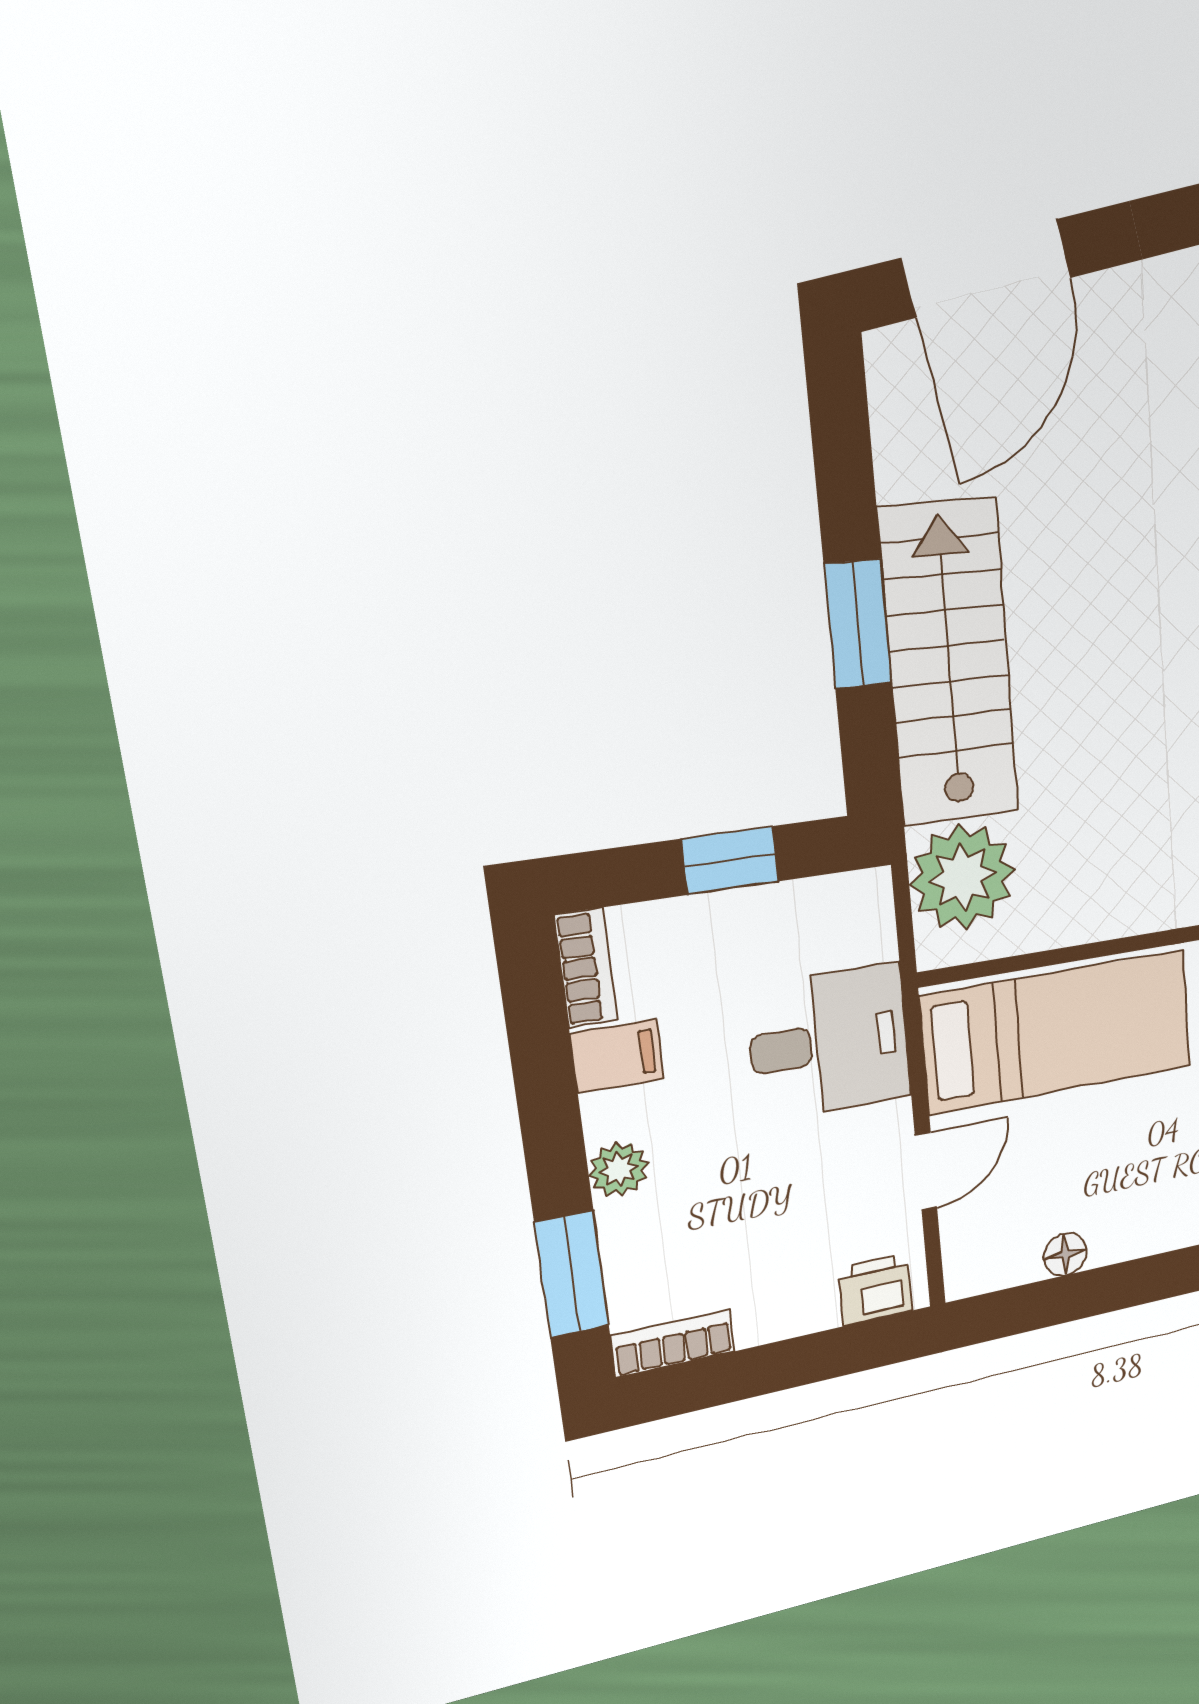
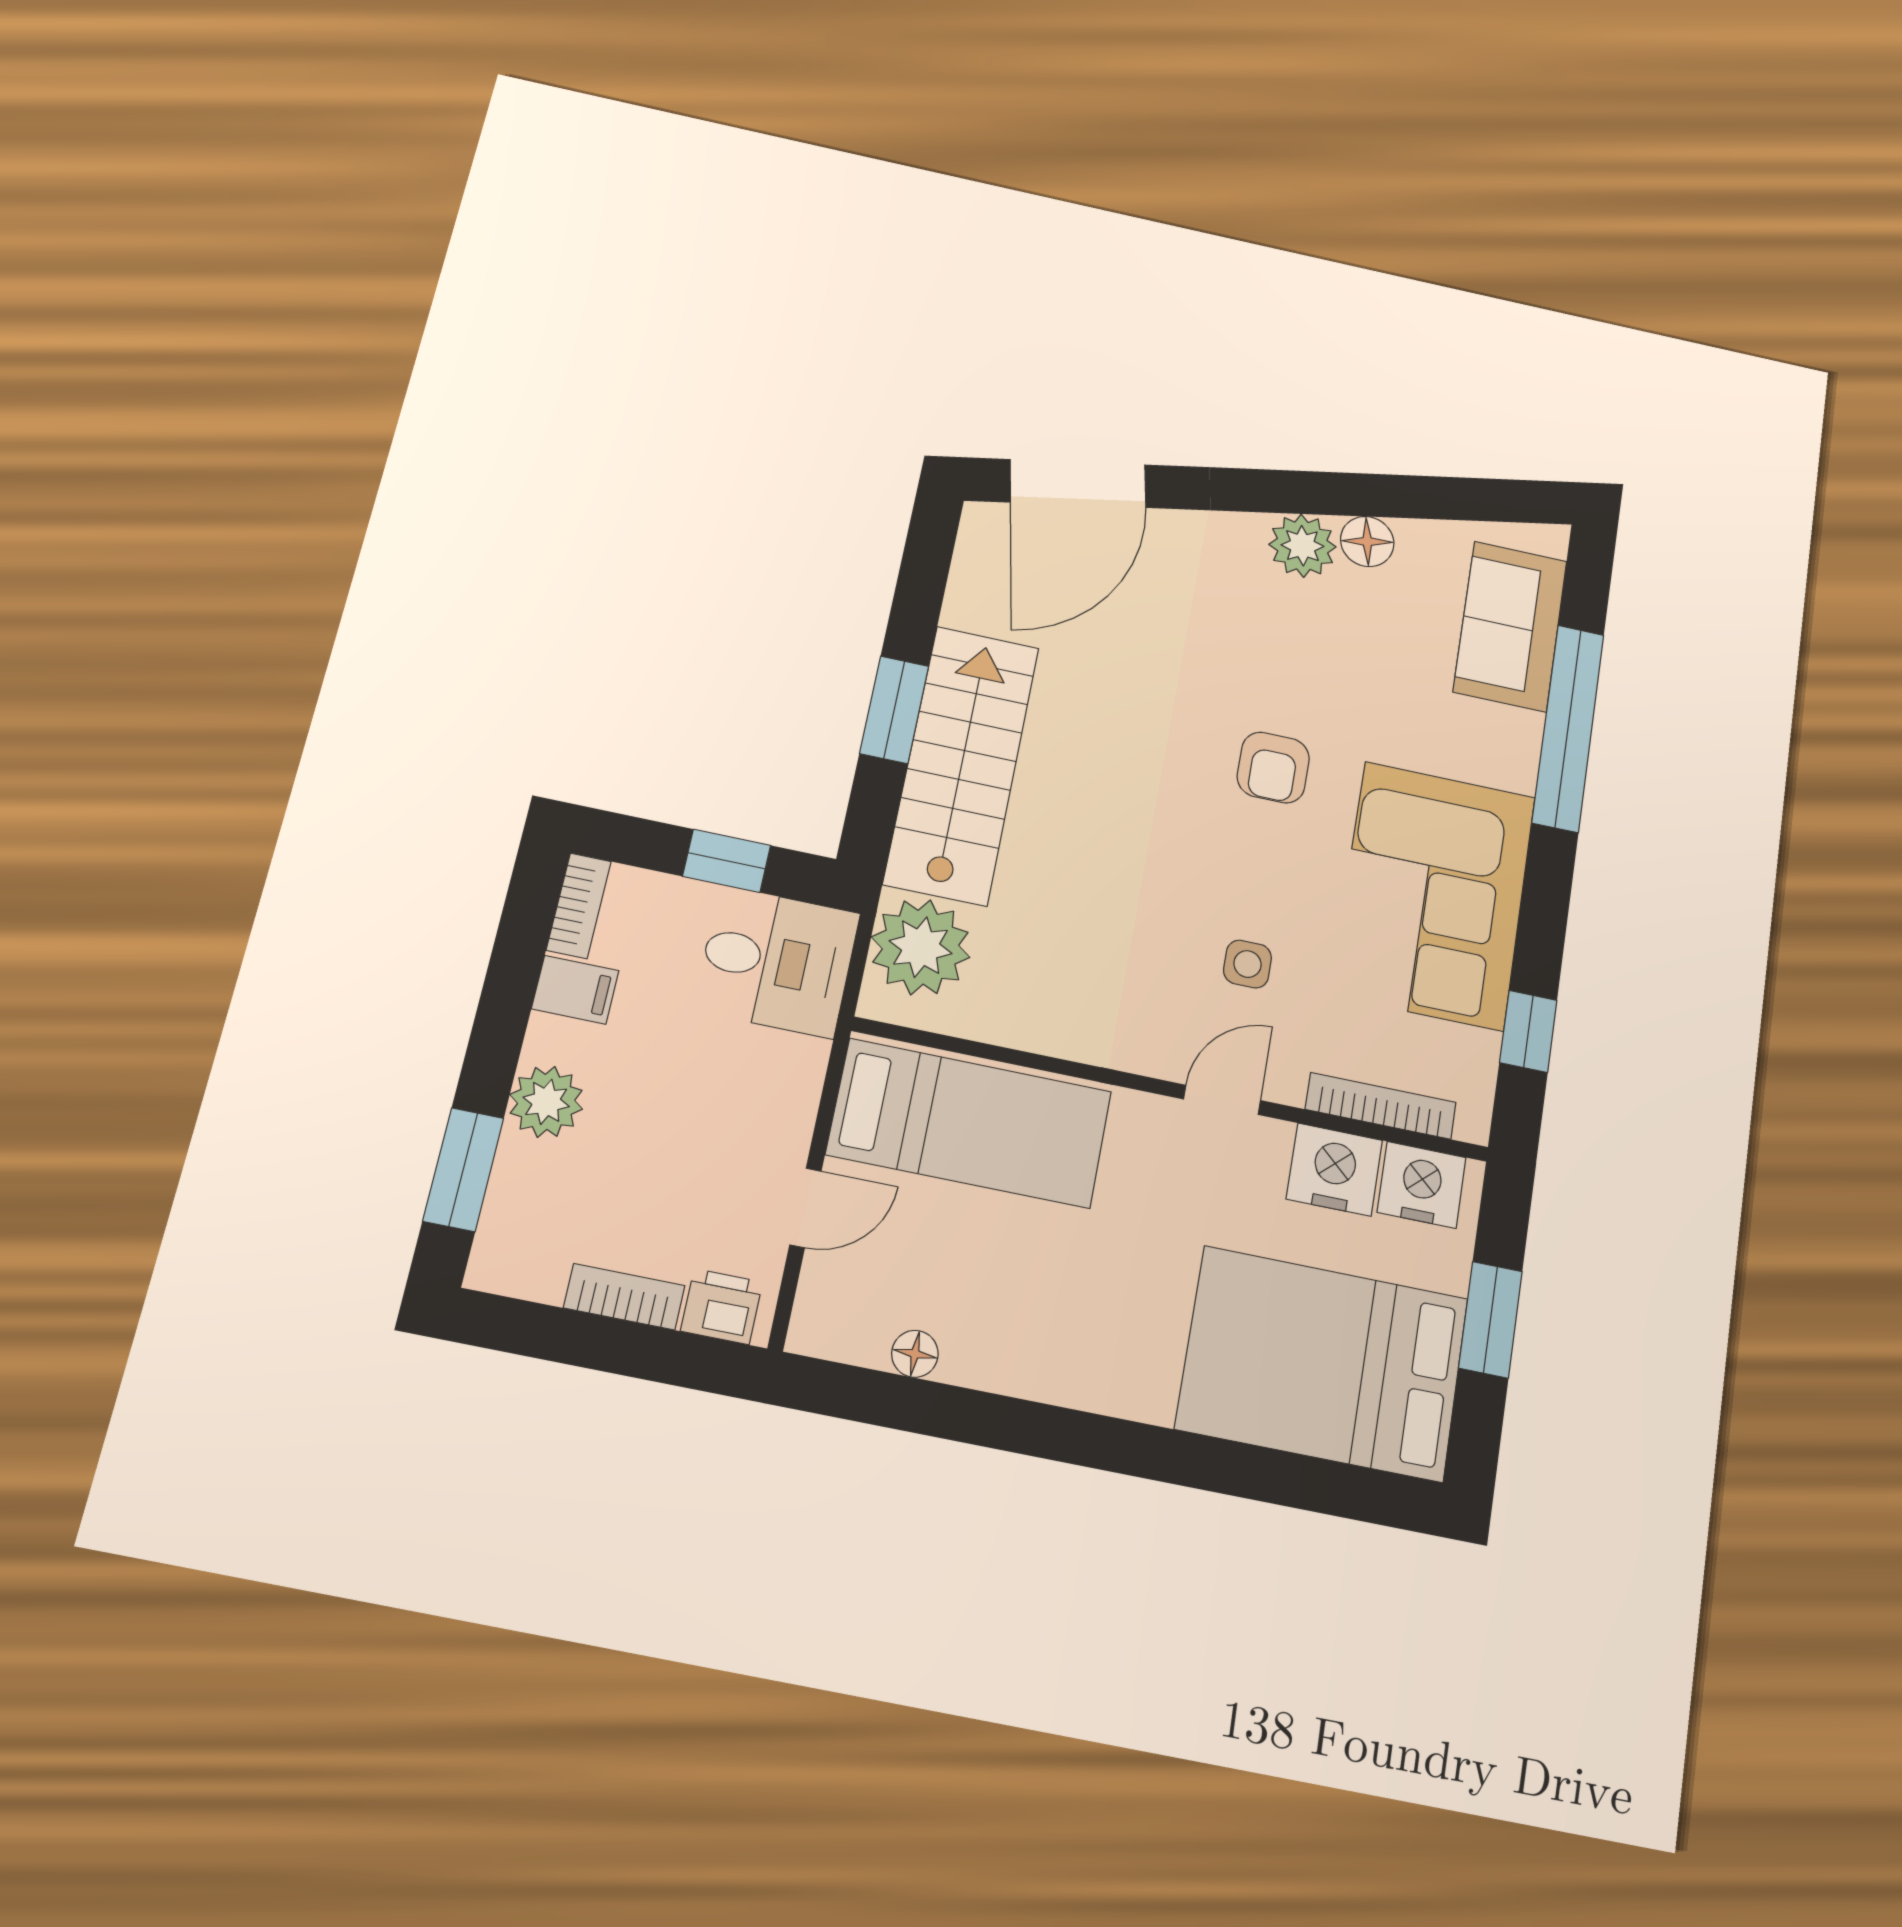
desk: (829, 1042) -> (777, 961), moved
plant: (619, 1169) -> (546, 1102), width x1.38, depth x1.38
bookcase: (673, 1344) -> (624, 1297), moved

